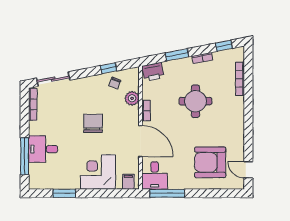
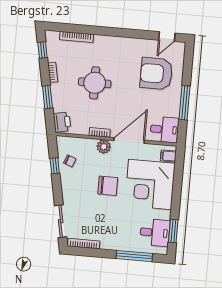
plant: (132, 98) -> (104, 147), moved
chair: (93, 123) -> (108, 186), turned 180
desk: (43, 149) -> (155, 233), moved, turned -90
armchair: (210, 162) -> (156, 74), turned 90
corner desk: (98, 172) -> (150, 184), width x1.36, depth x1.36
window: (64, 193) -> (173, 231), moved
window: (167, 193) -> (184, 103), moved

